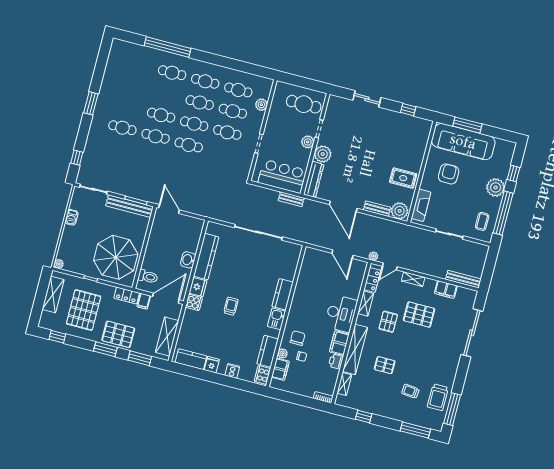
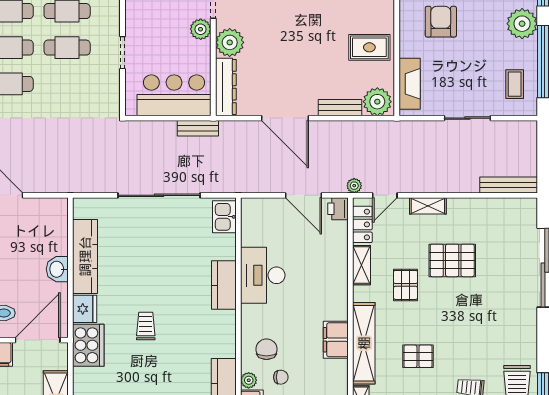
filing cabinet: (446, 290) -> (485, 209), removed
cooker: (194, 303) -> (88, 345), width x1.87, depth x1.31
desk: (341, 314) -> (263, 275), moved, turned 180
kitchen sink: (276, 319) -> (224, 217), moved
printer: (336, 362) -> (338, 209), moved

